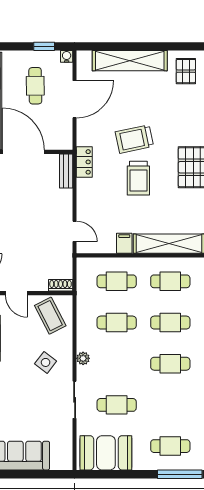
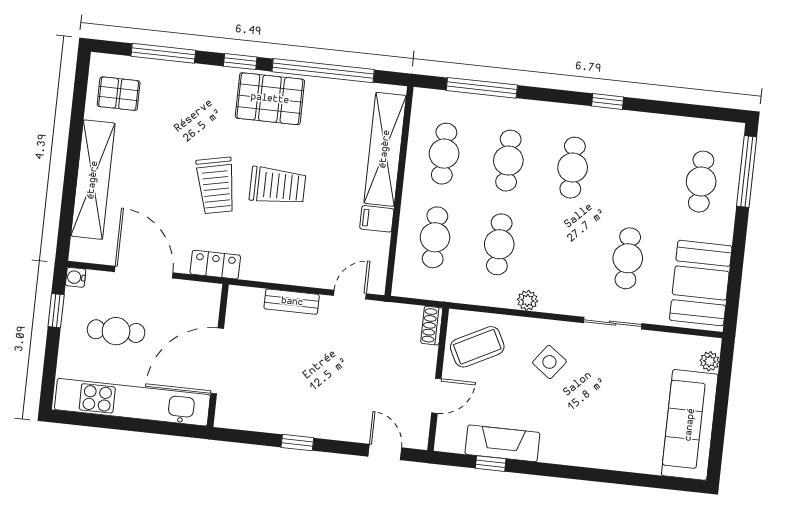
locker: (84, 162) -> (215, 265), moved
bench: (66, 171) -> (292, 302), moved
plant: (83, 358) -> (527, 300), moved
plant: (57, 464) -> (710, 361), added

